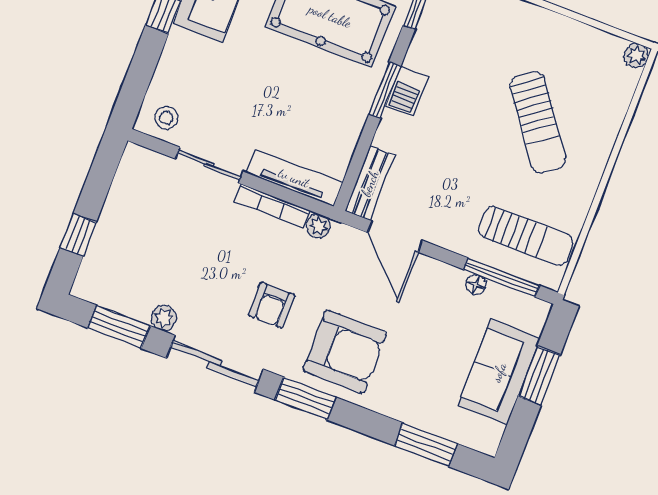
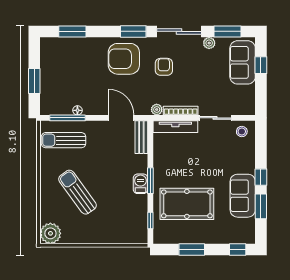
plant: (636, 56) -> (50, 233), width x1.87, depth x1.87
sofa: (499, 372) -> (243, 62), moved, turned 180

